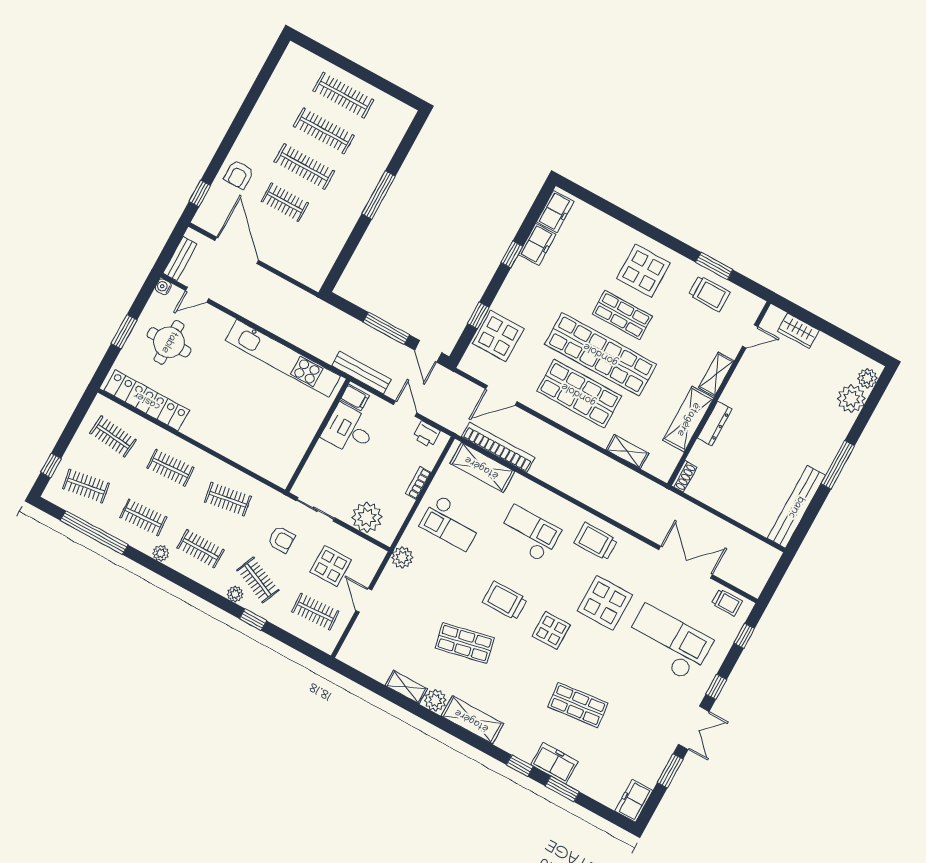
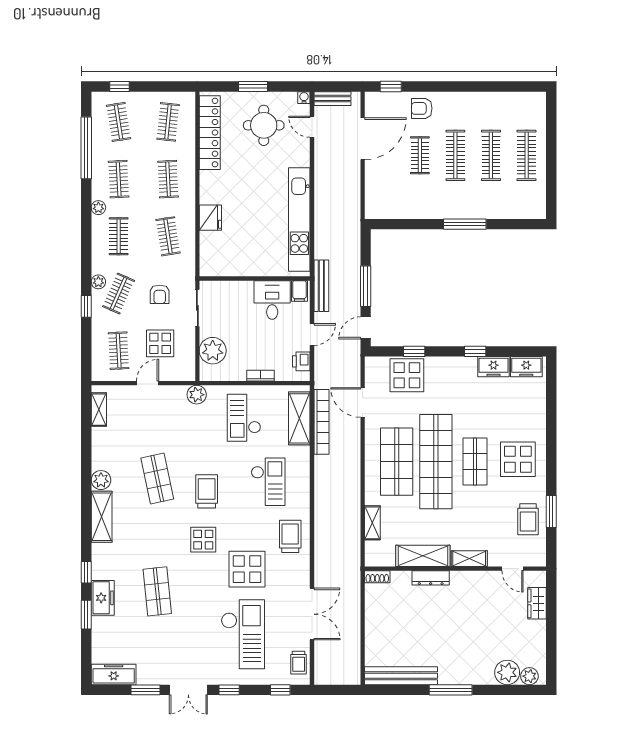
fridge: (232, 447) -> (210, 218), added
shelving: (406, 687) -> (99, 410), moved
freezer: (634, 801) -> (114, 674), width x1.40

